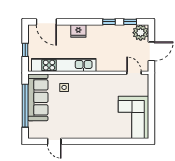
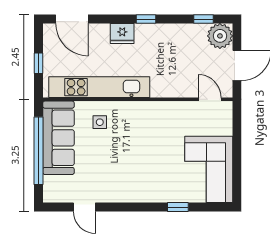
window: (109, 22) -> (146, 19), moved
window: (114, 141) -> (178, 207), added

